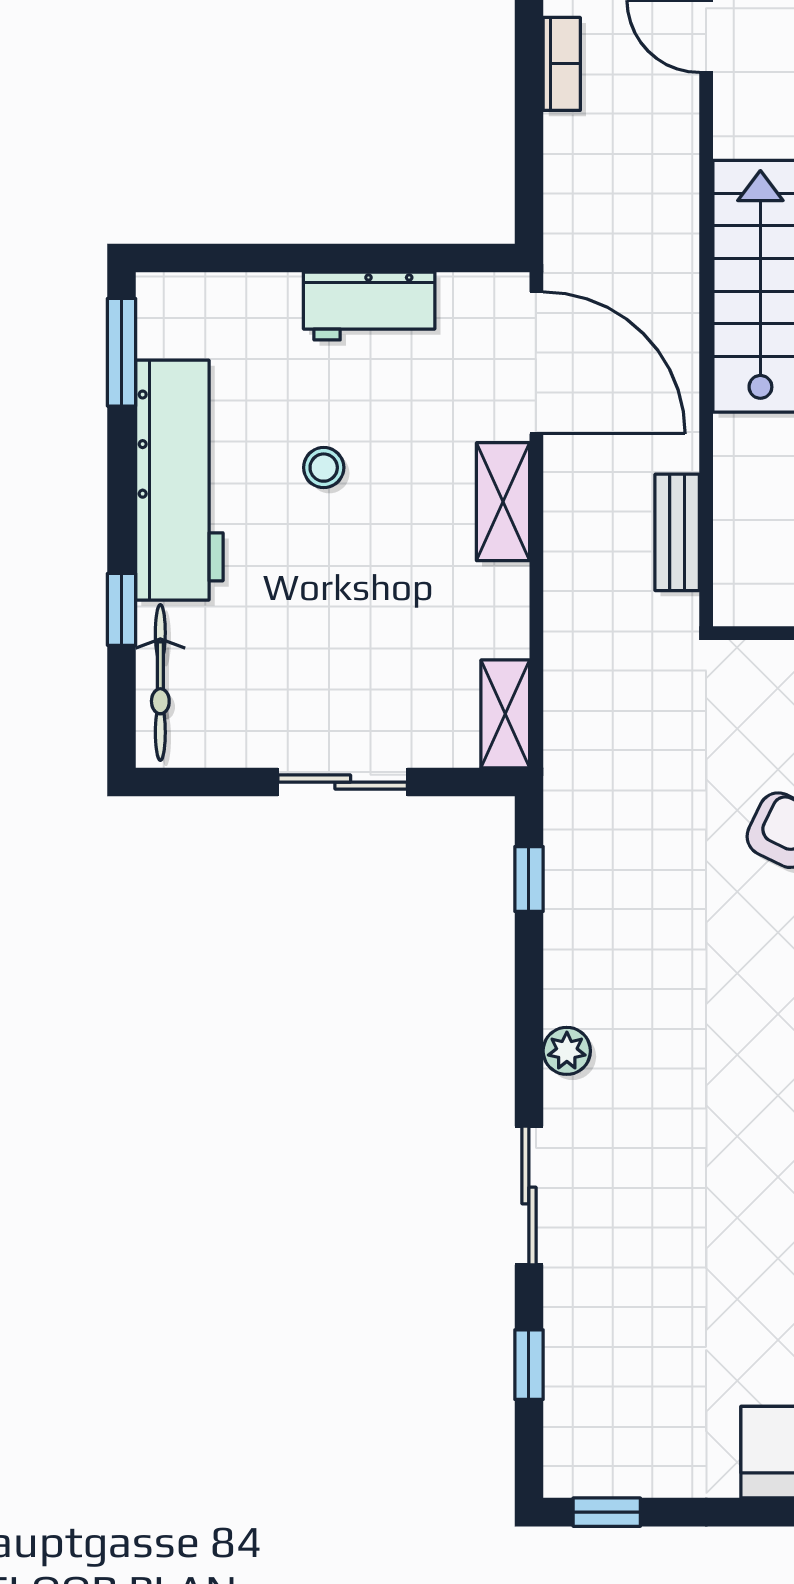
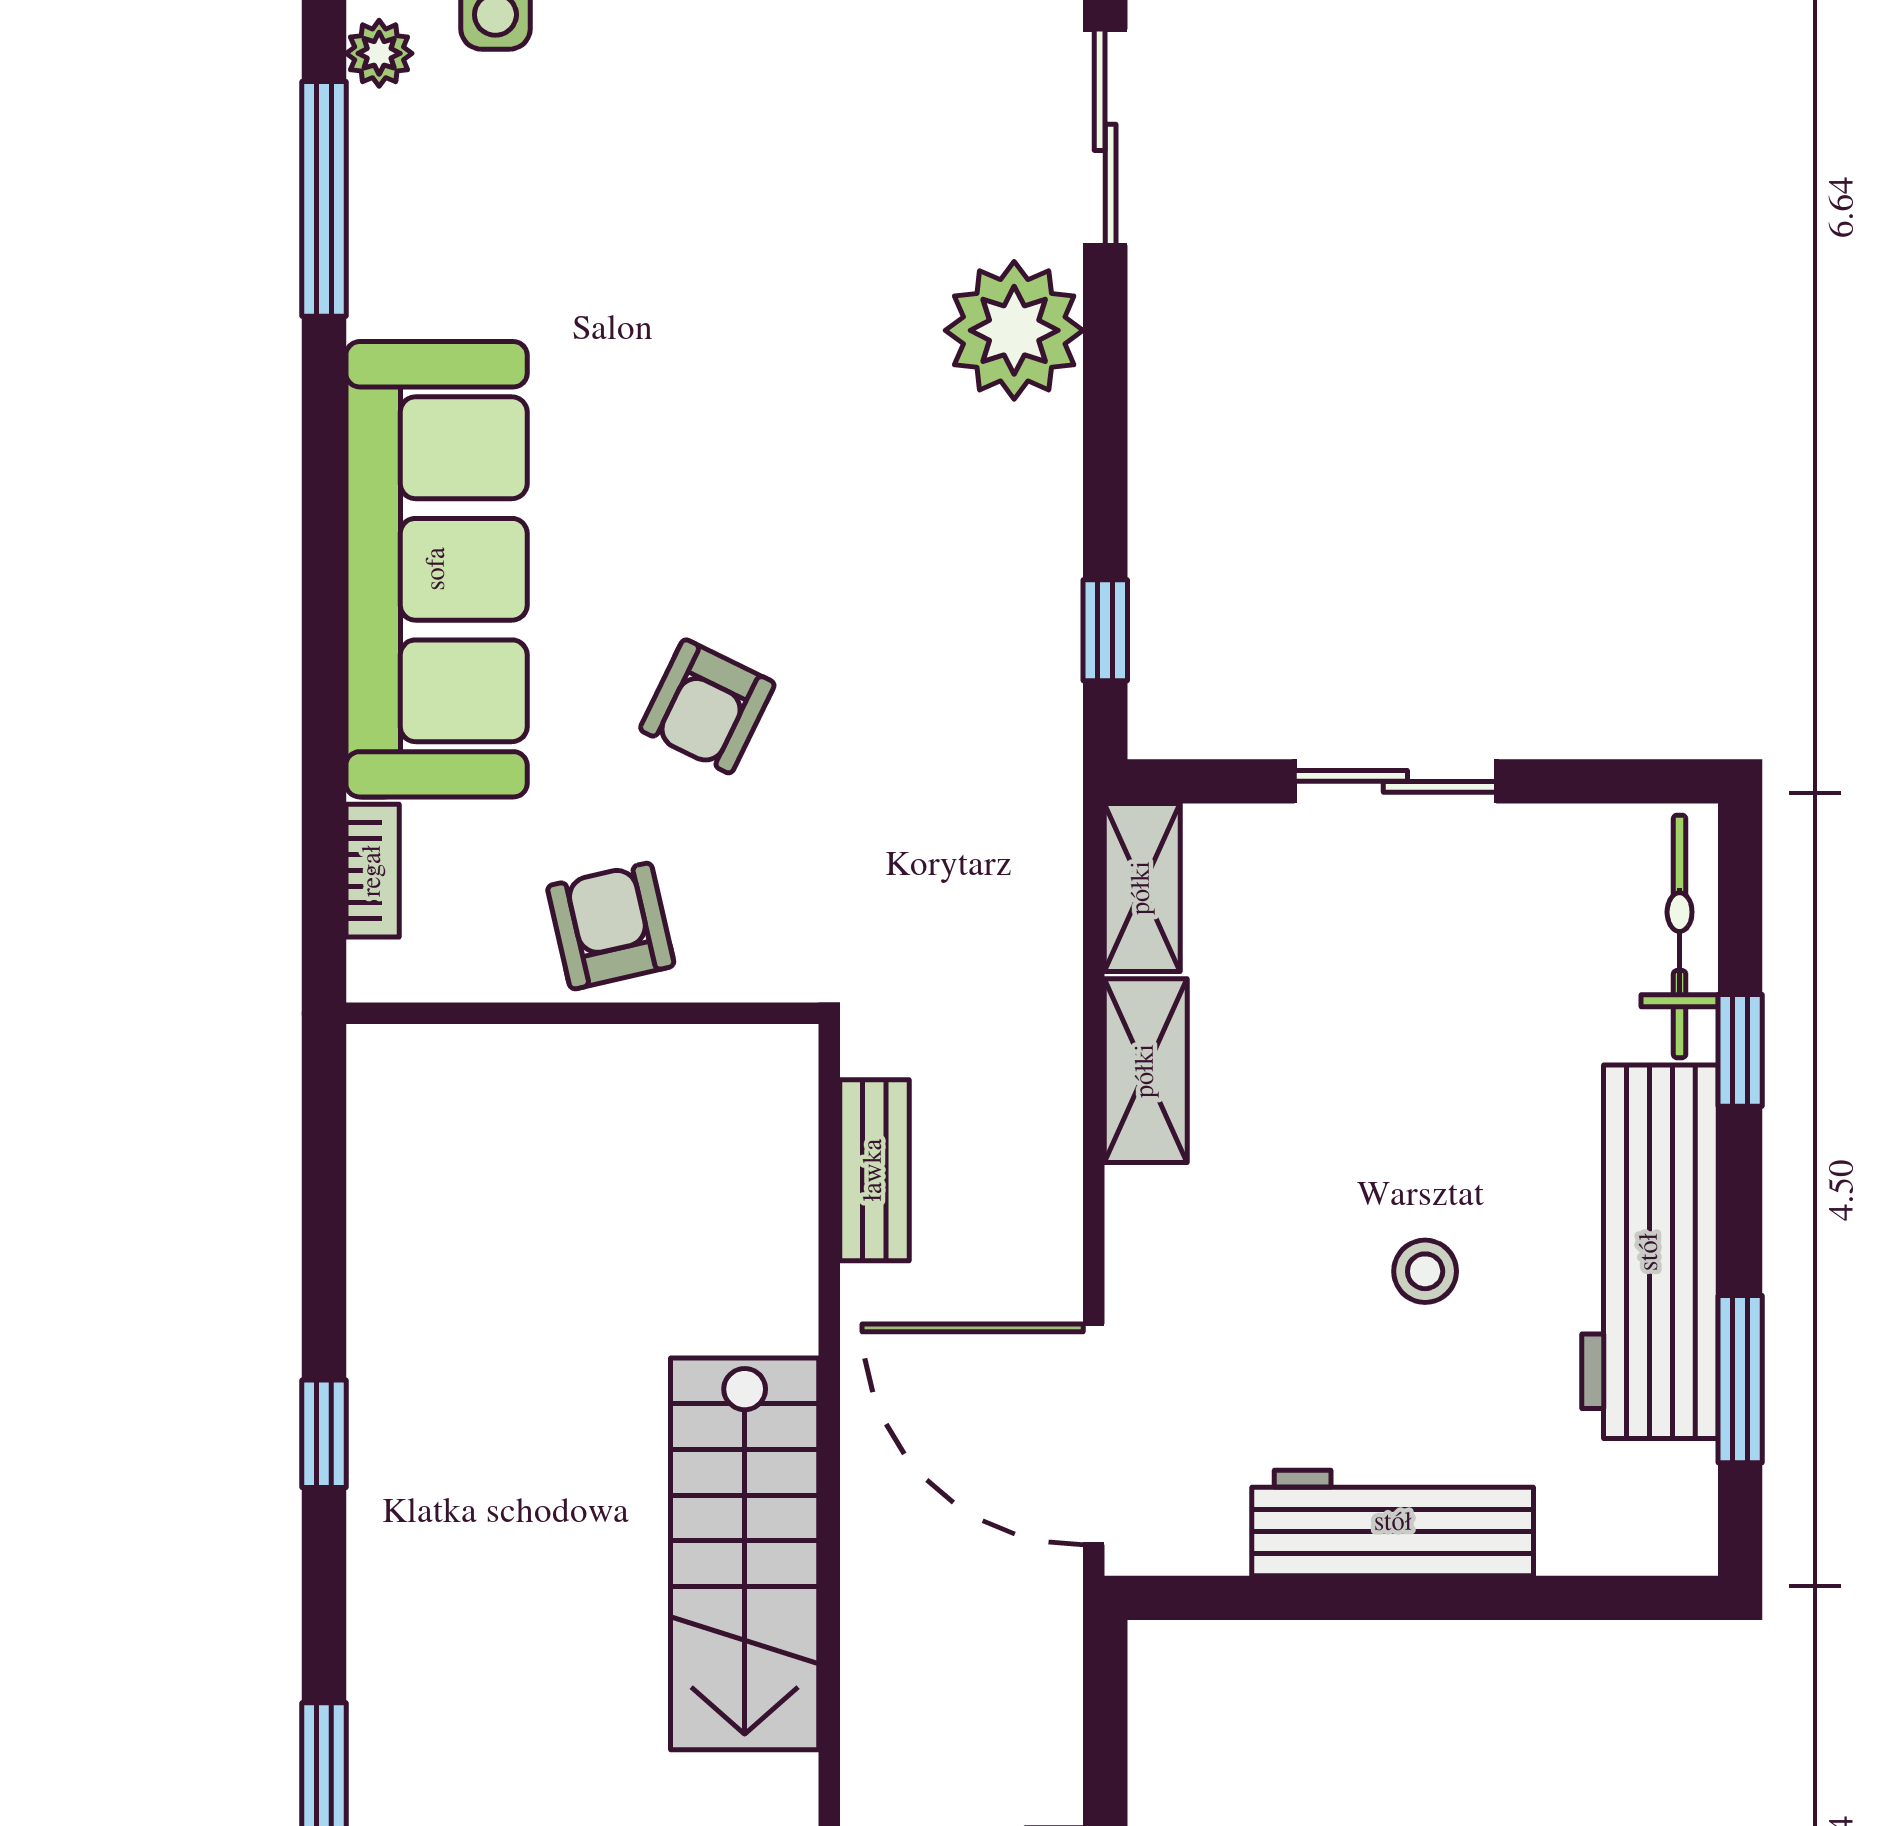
workbench: (369, 306) -> (1393, 1523), width x1.38
window: (121, 352) -> (1740, 1379), moved
shelving: (503, 502) -> (1146, 1071), moved
plant: (567, 1051) -> (1014, 330), width x1.87, depth x1.87

